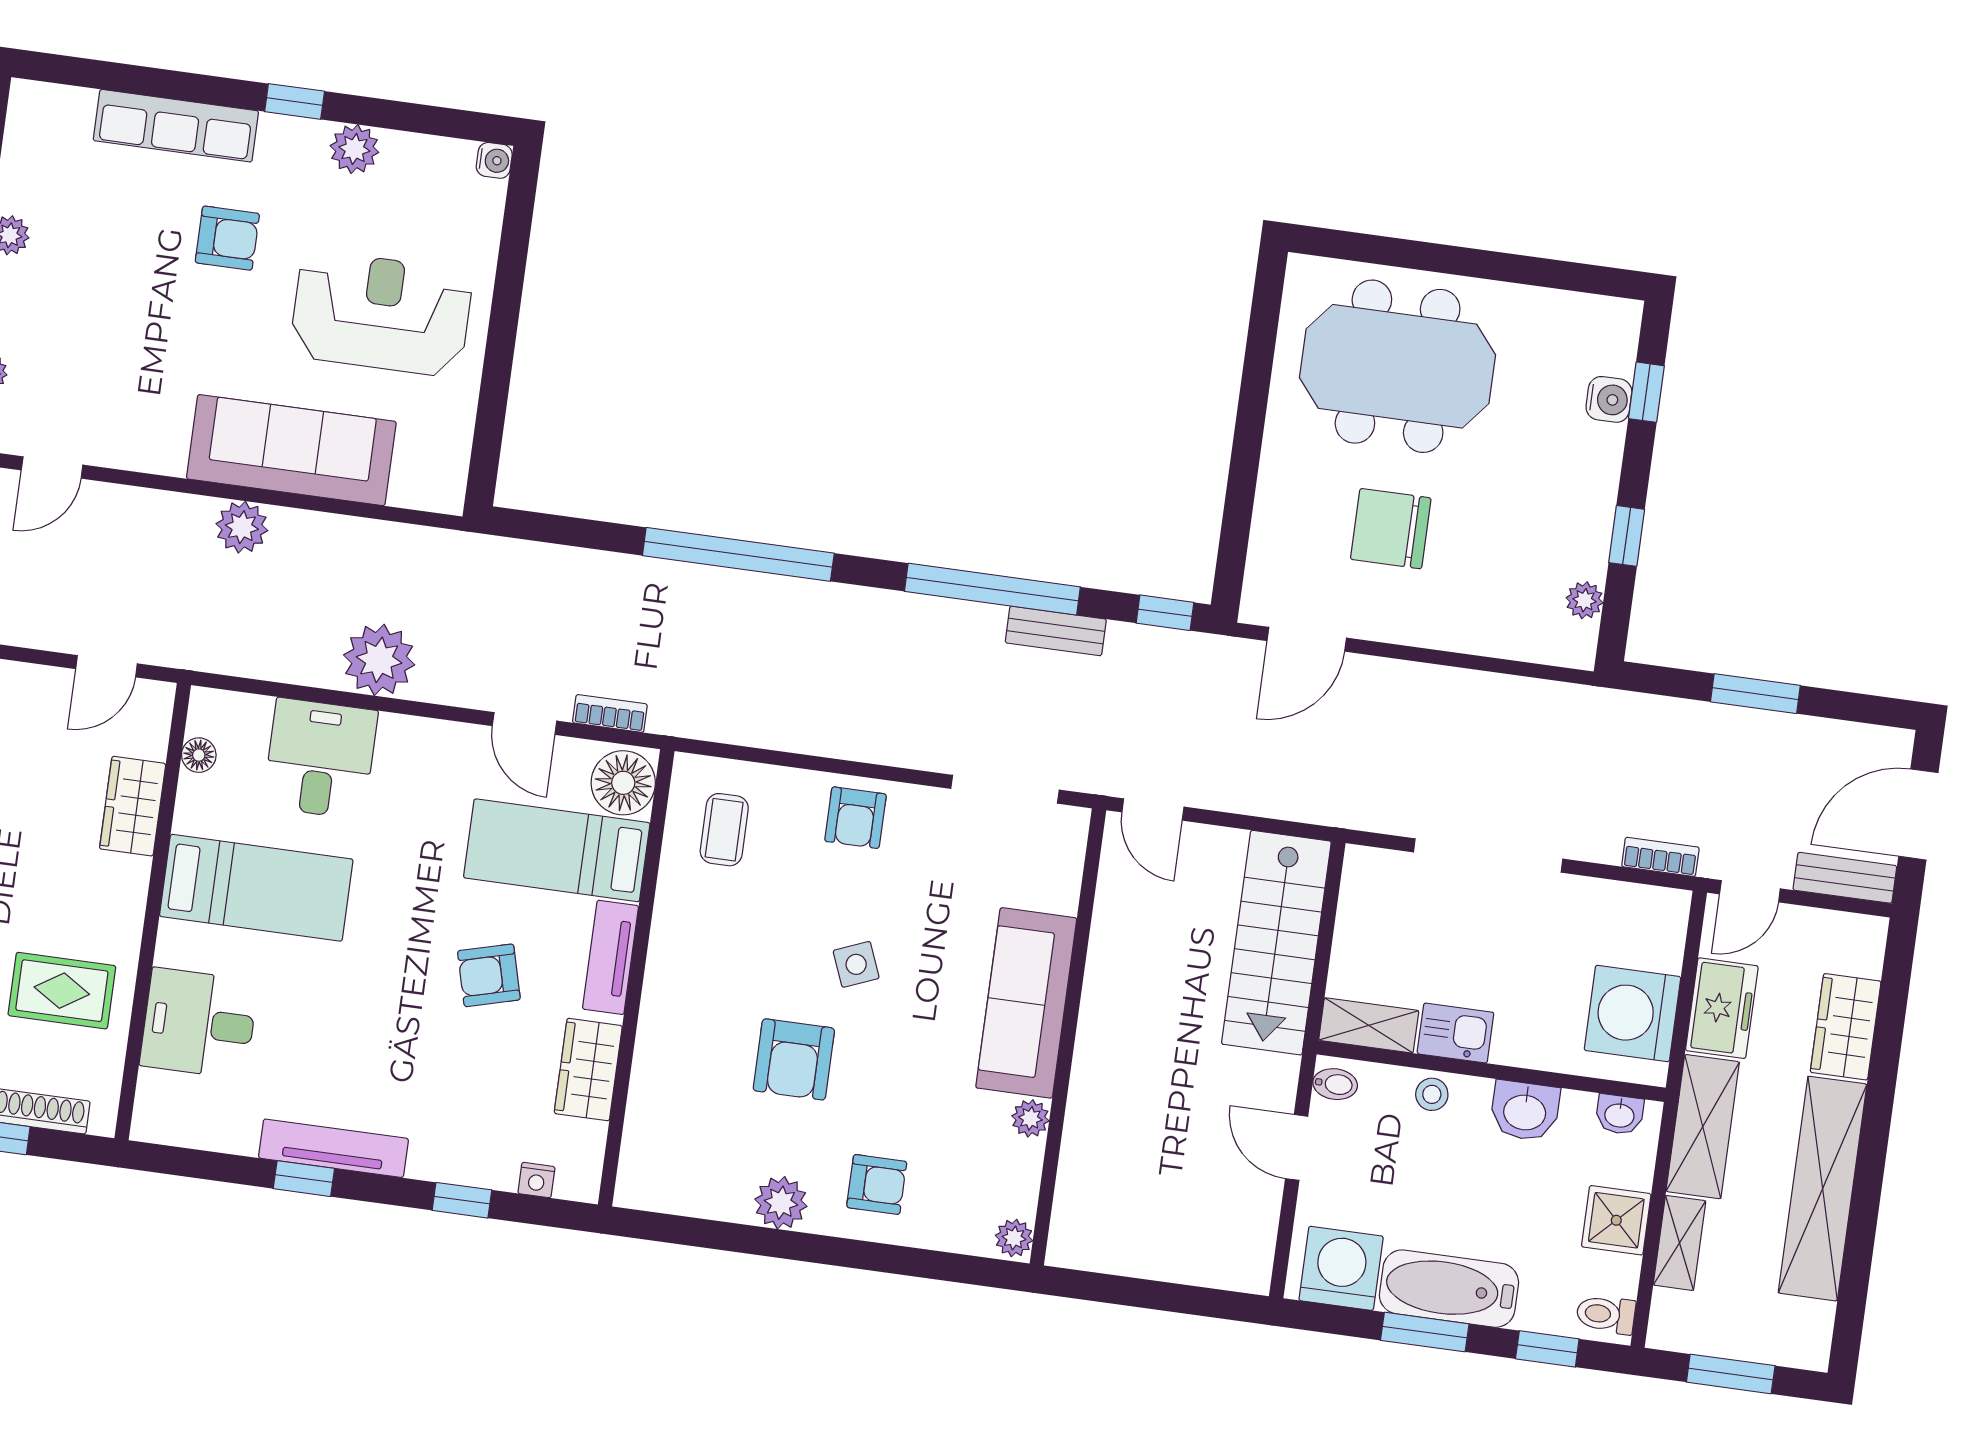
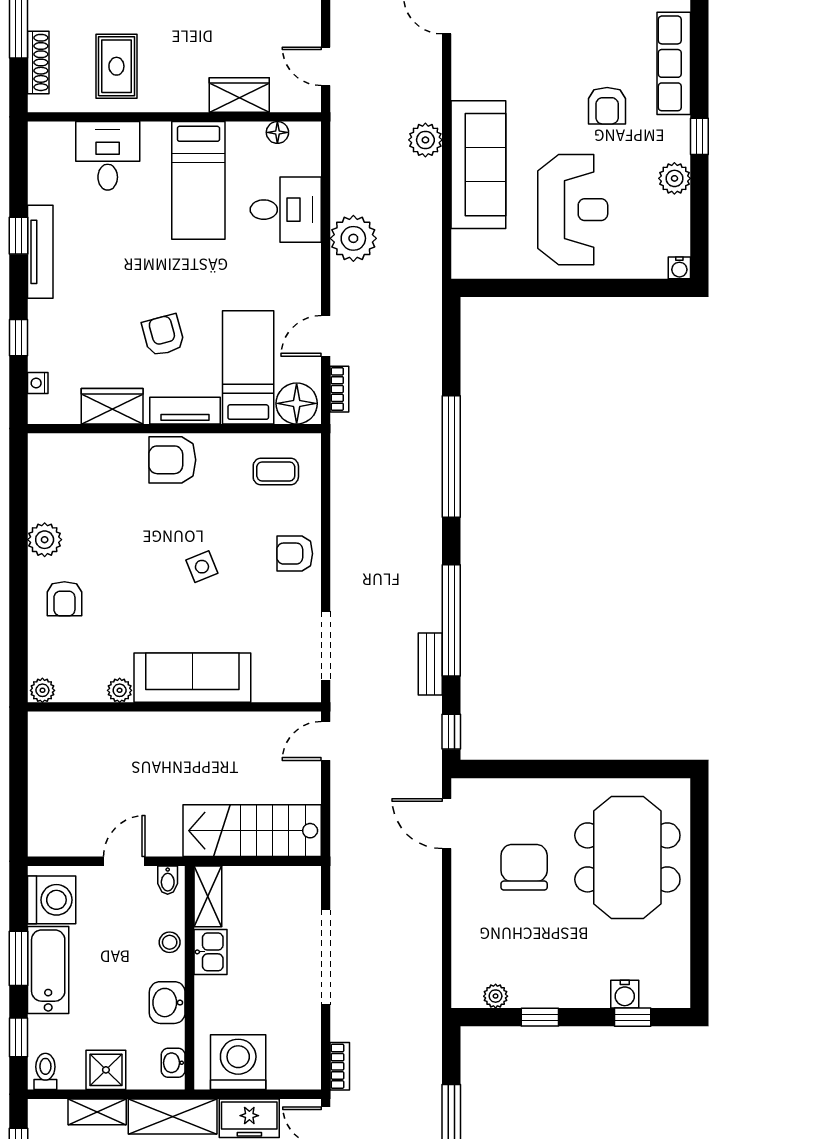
armchair: (794, 1059) -> (172, 460), moved

